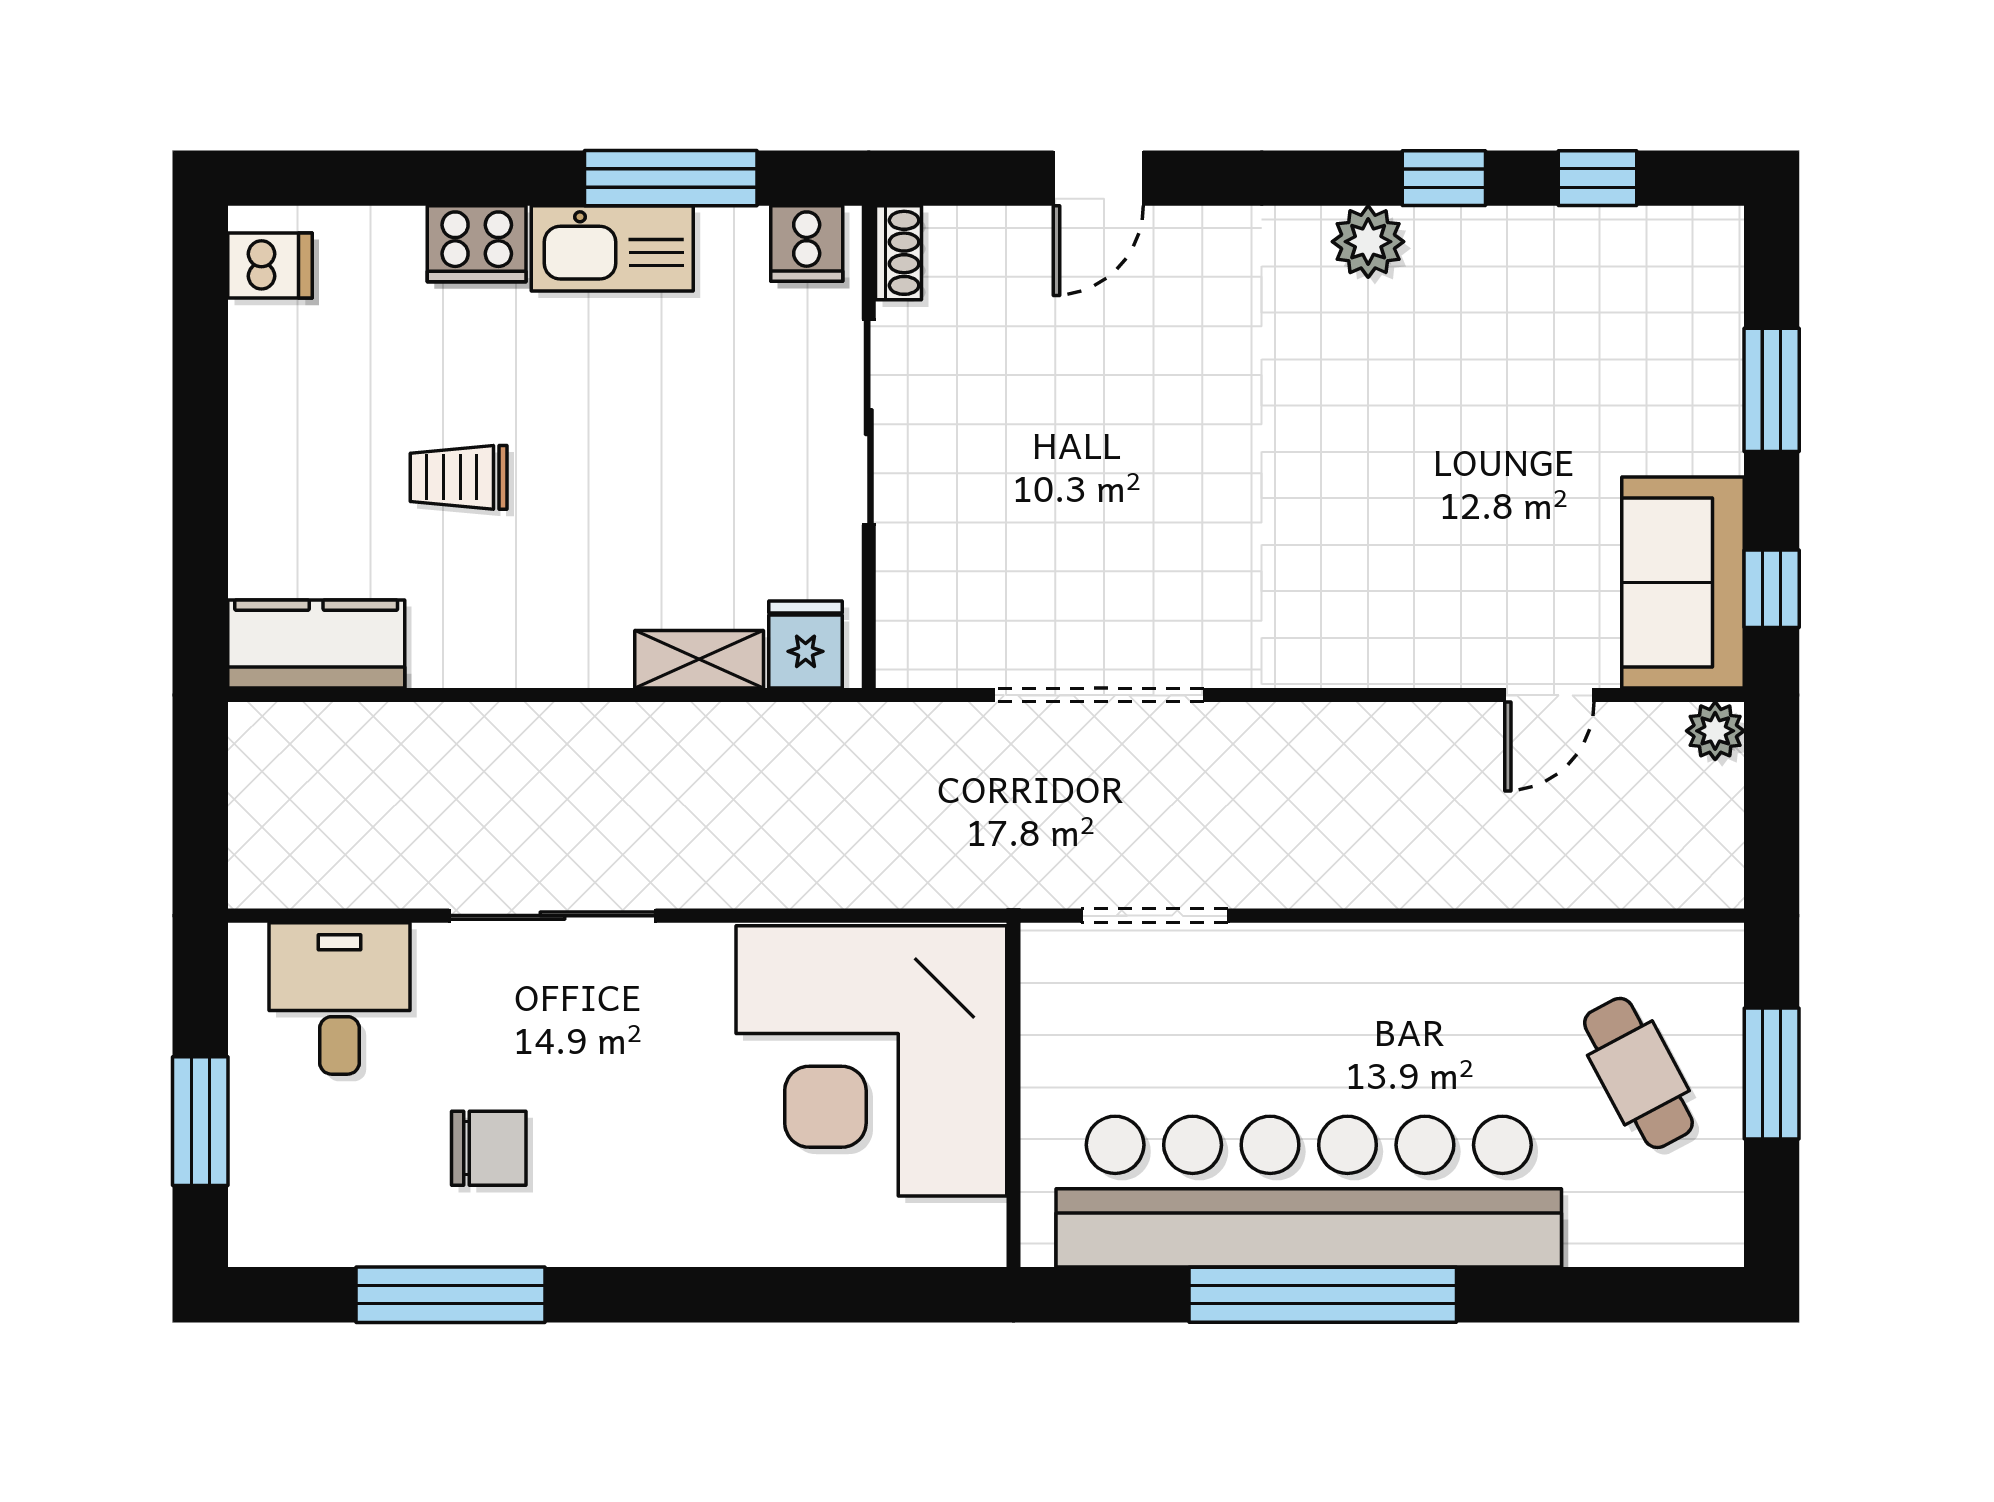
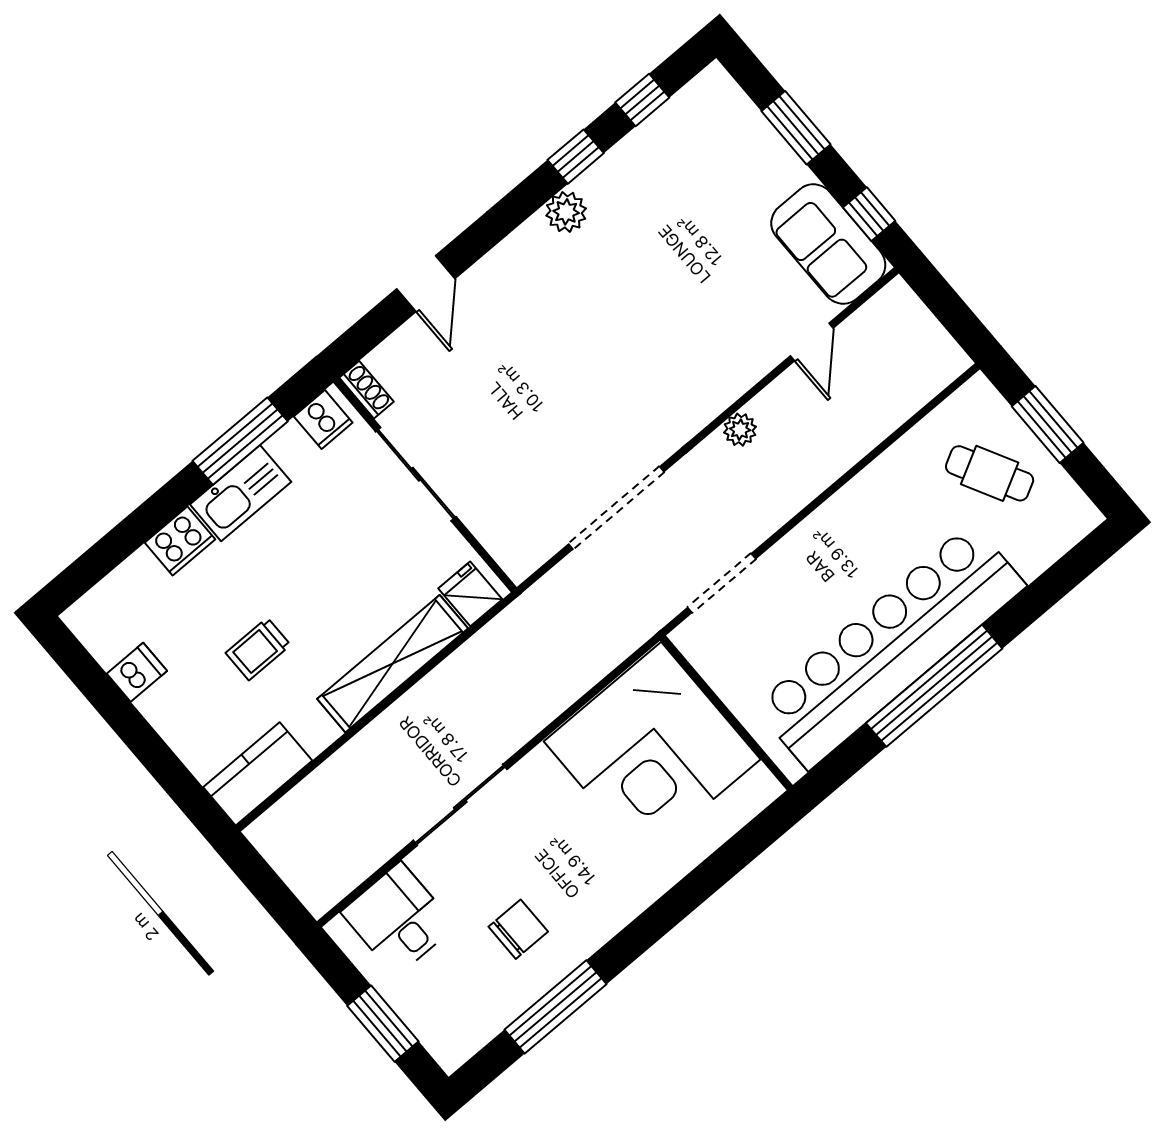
dishwasher: (270, 266) -> (137, 672), moved
shelving: (699, 659) -> (393, 664), width x2.20, depth x1.33
plant: (1715, 731) -> (740, 430), moved

